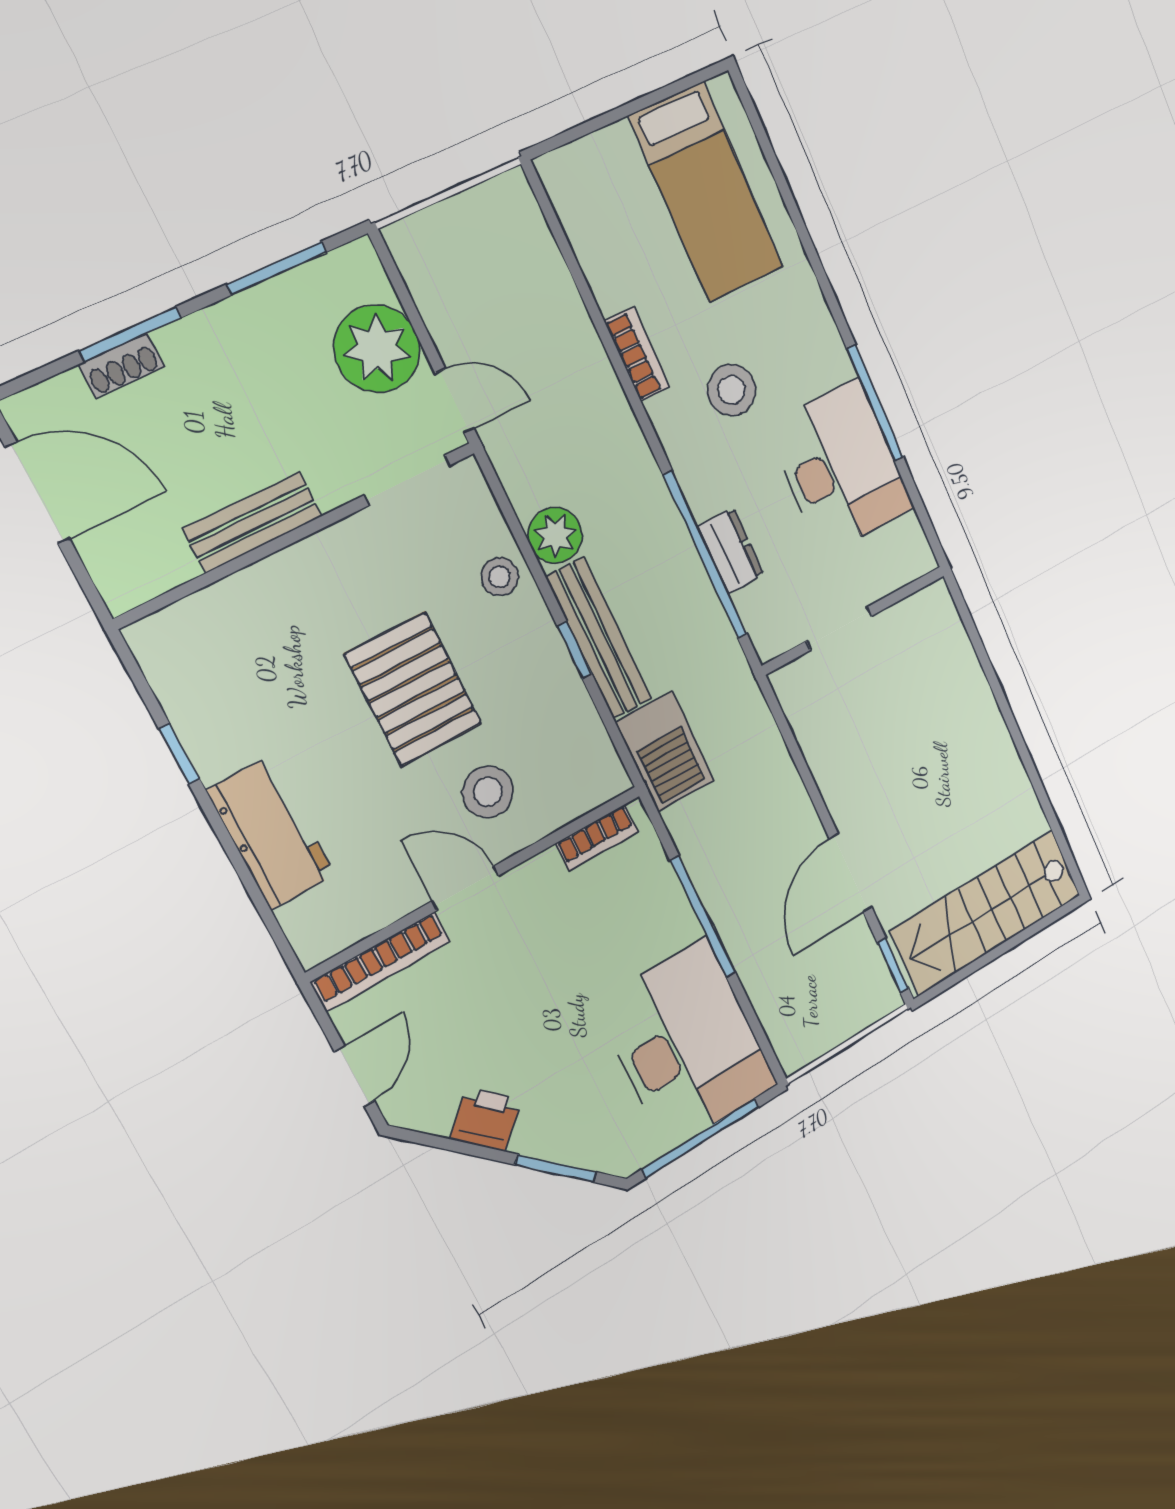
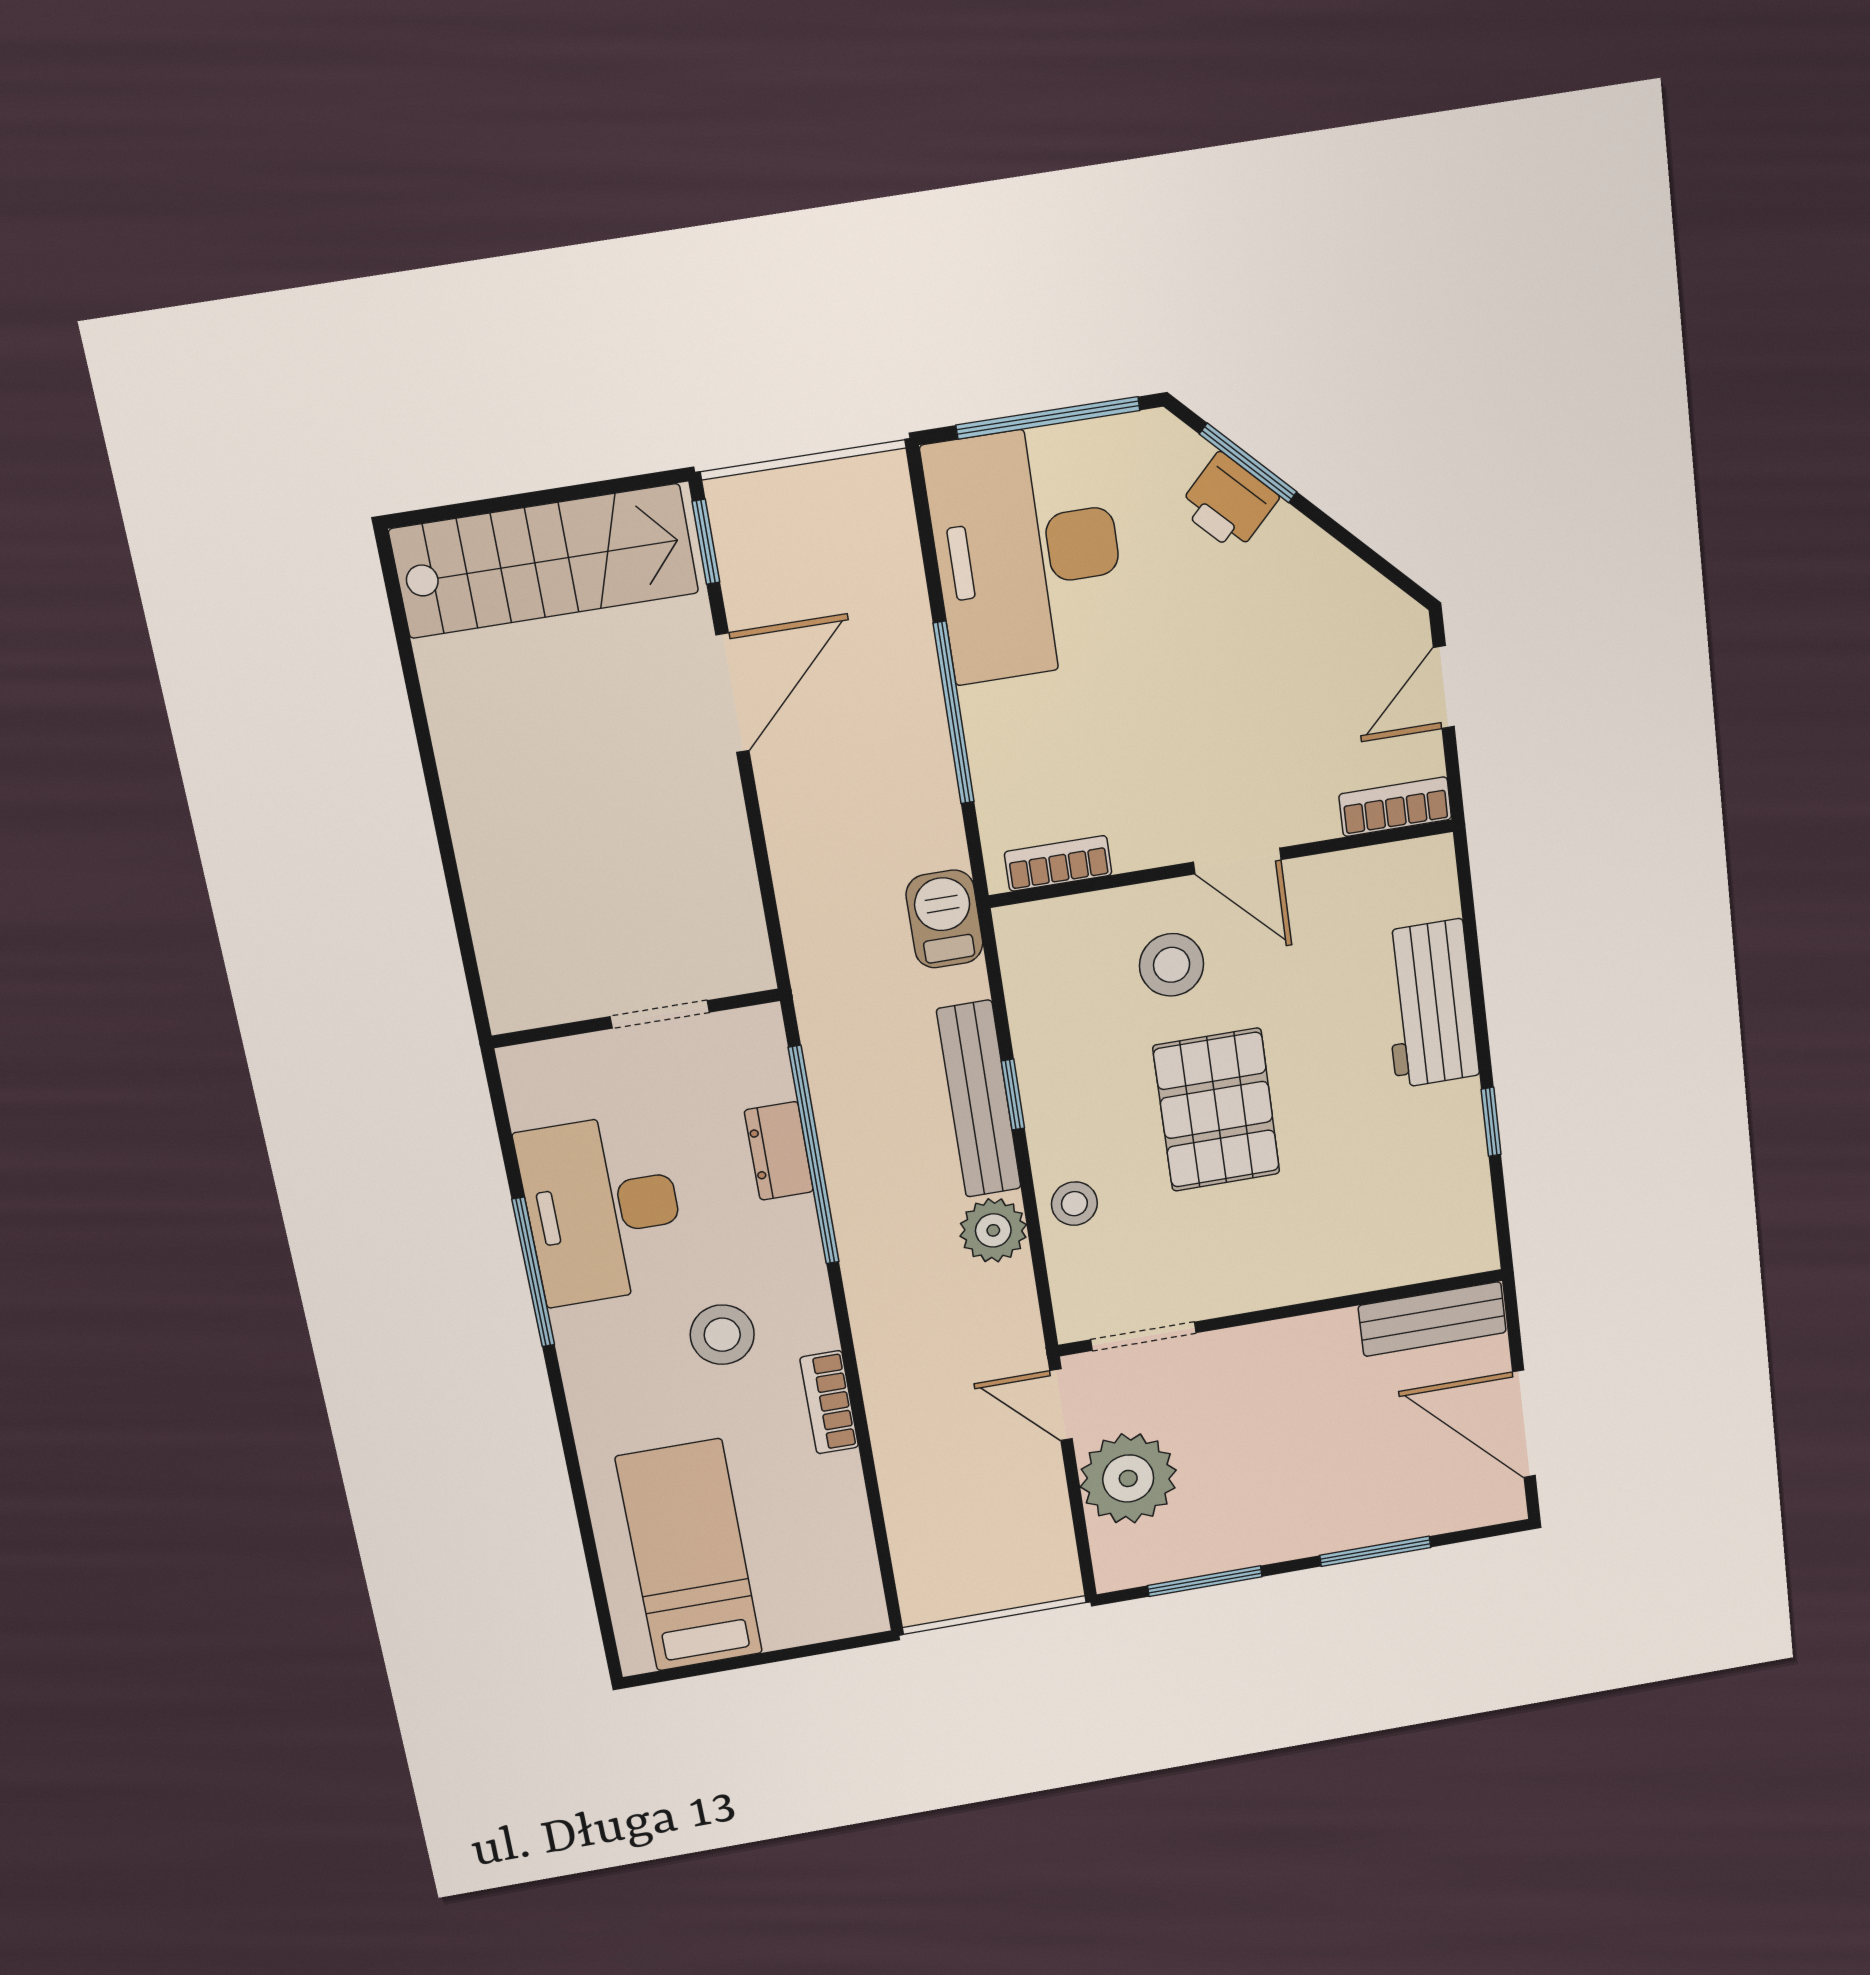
shoe rack: (121, 366) -> (1396, 1524), removed
bench: (253, 522) -> (1432, 1319), moved
barbecue: (665, 752) -> (944, 919), width x0.73, depth x0.79
bookcase: (381, 962) -> (1395, 807), width x0.64
printer: (486, 1119) -> (1228, 503), moved

